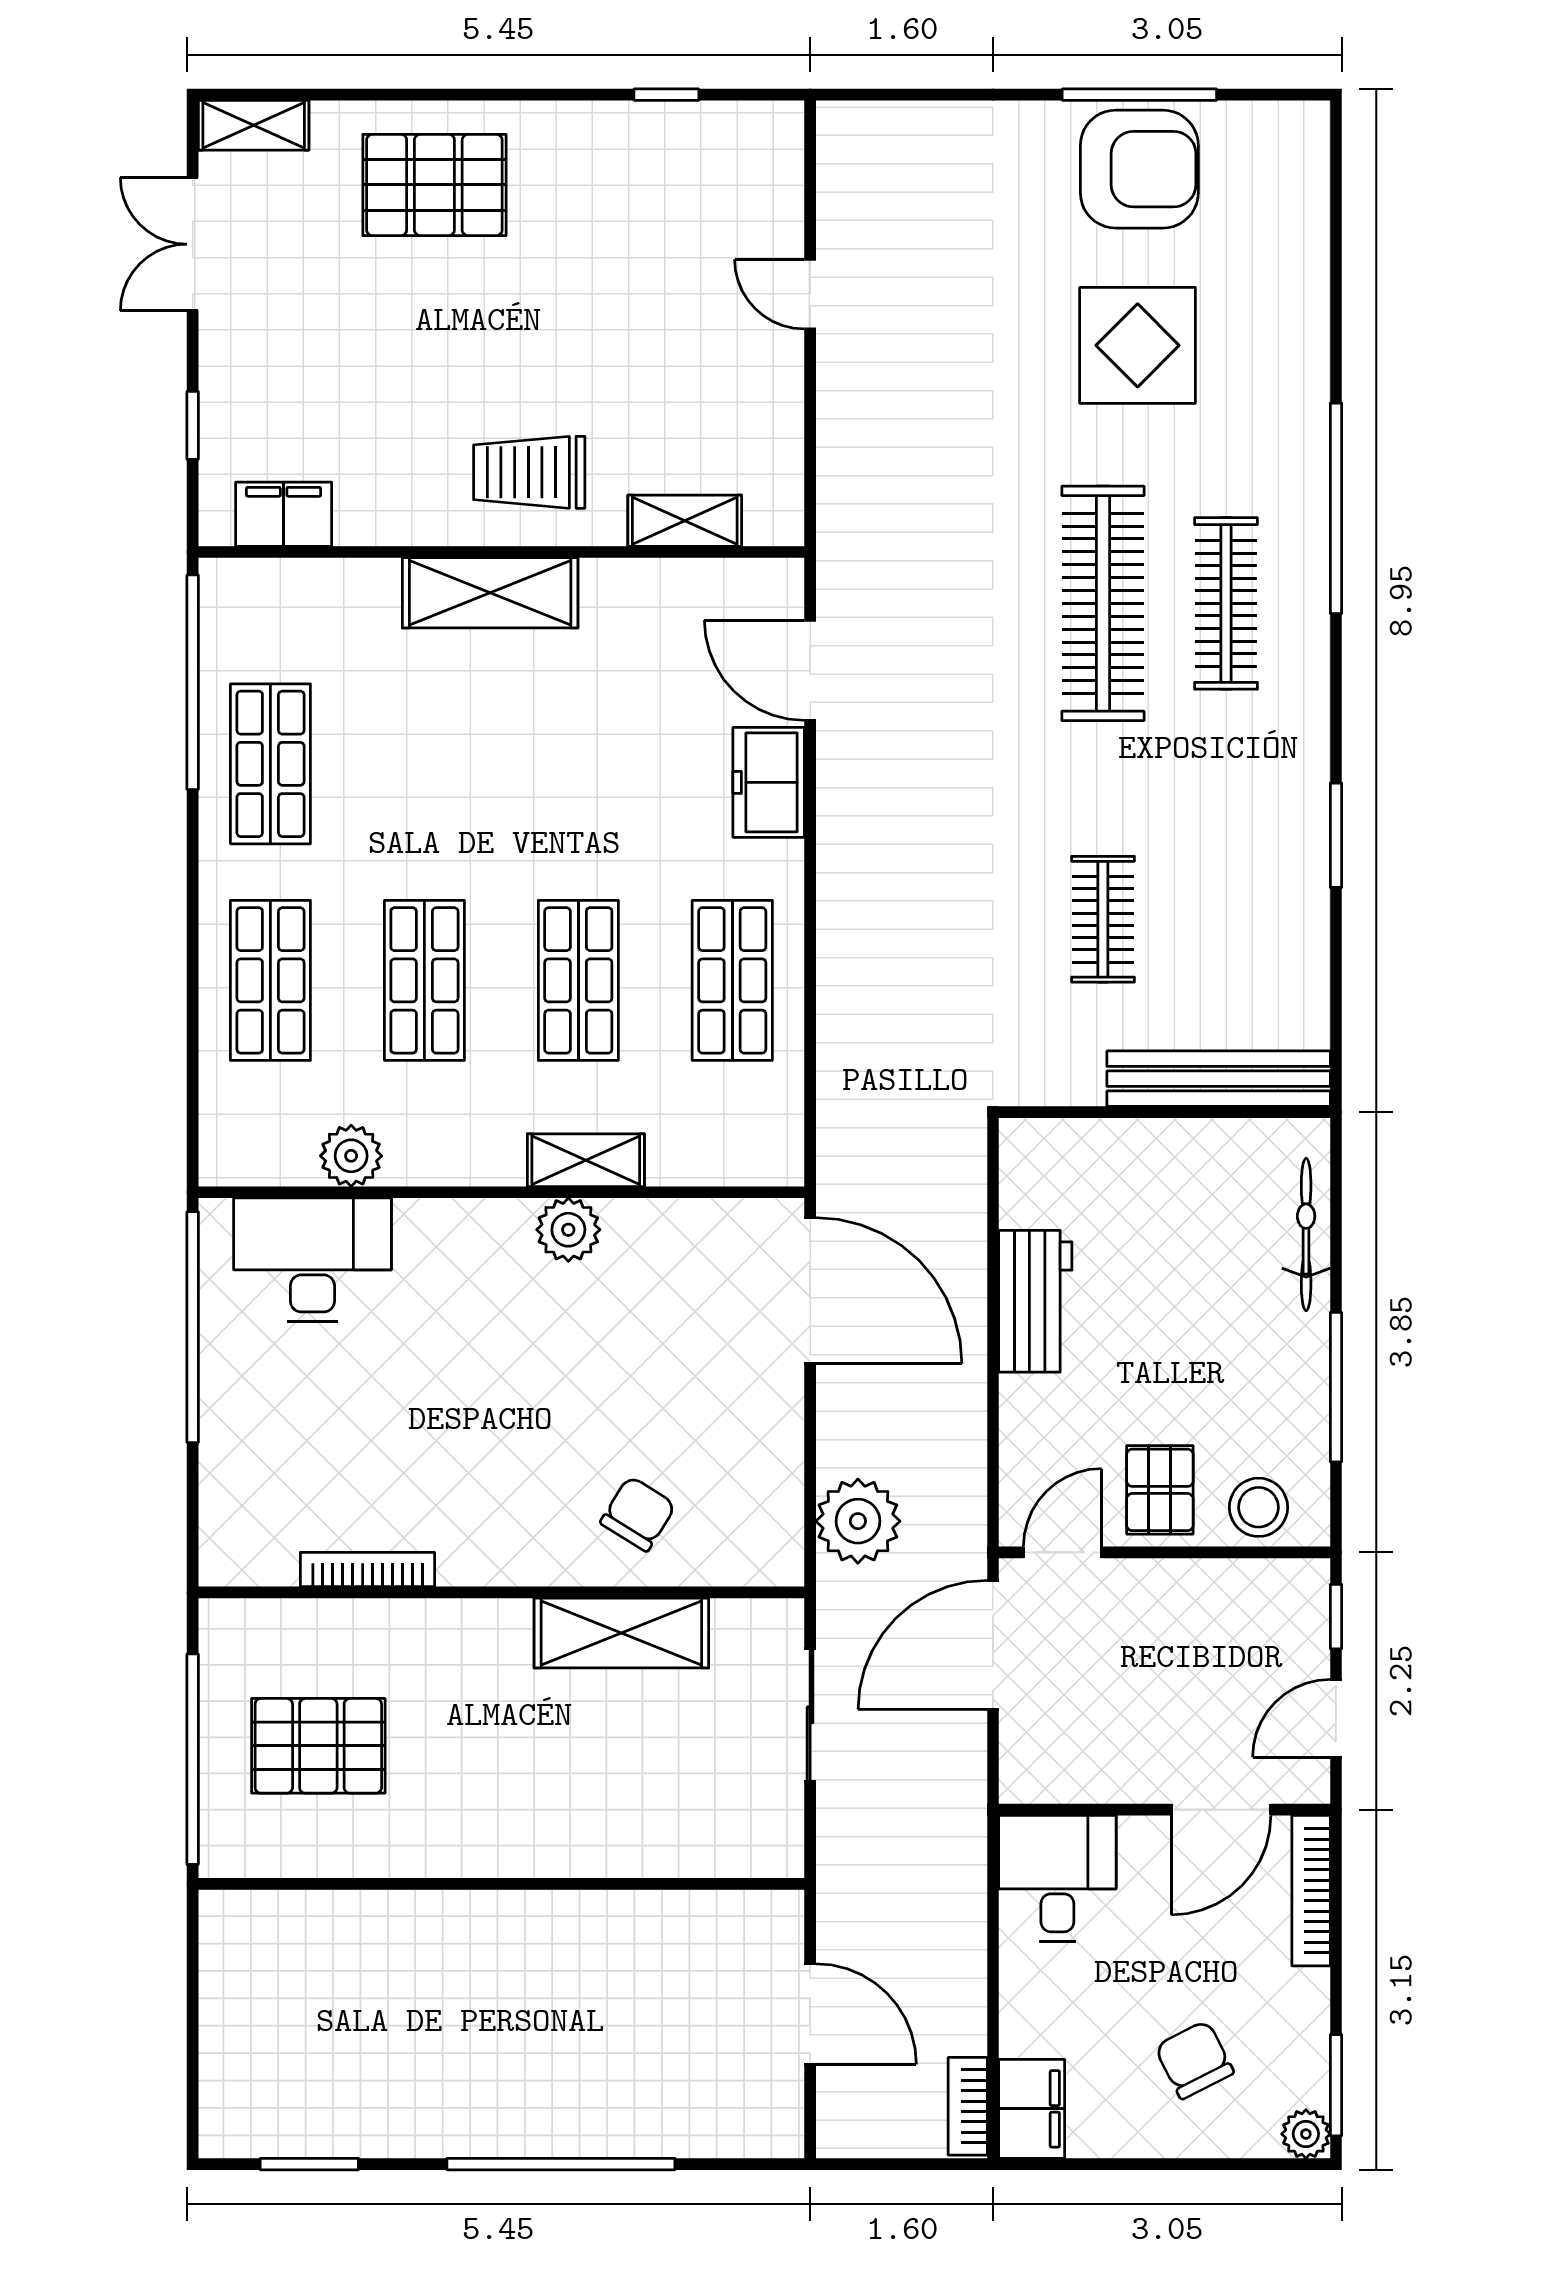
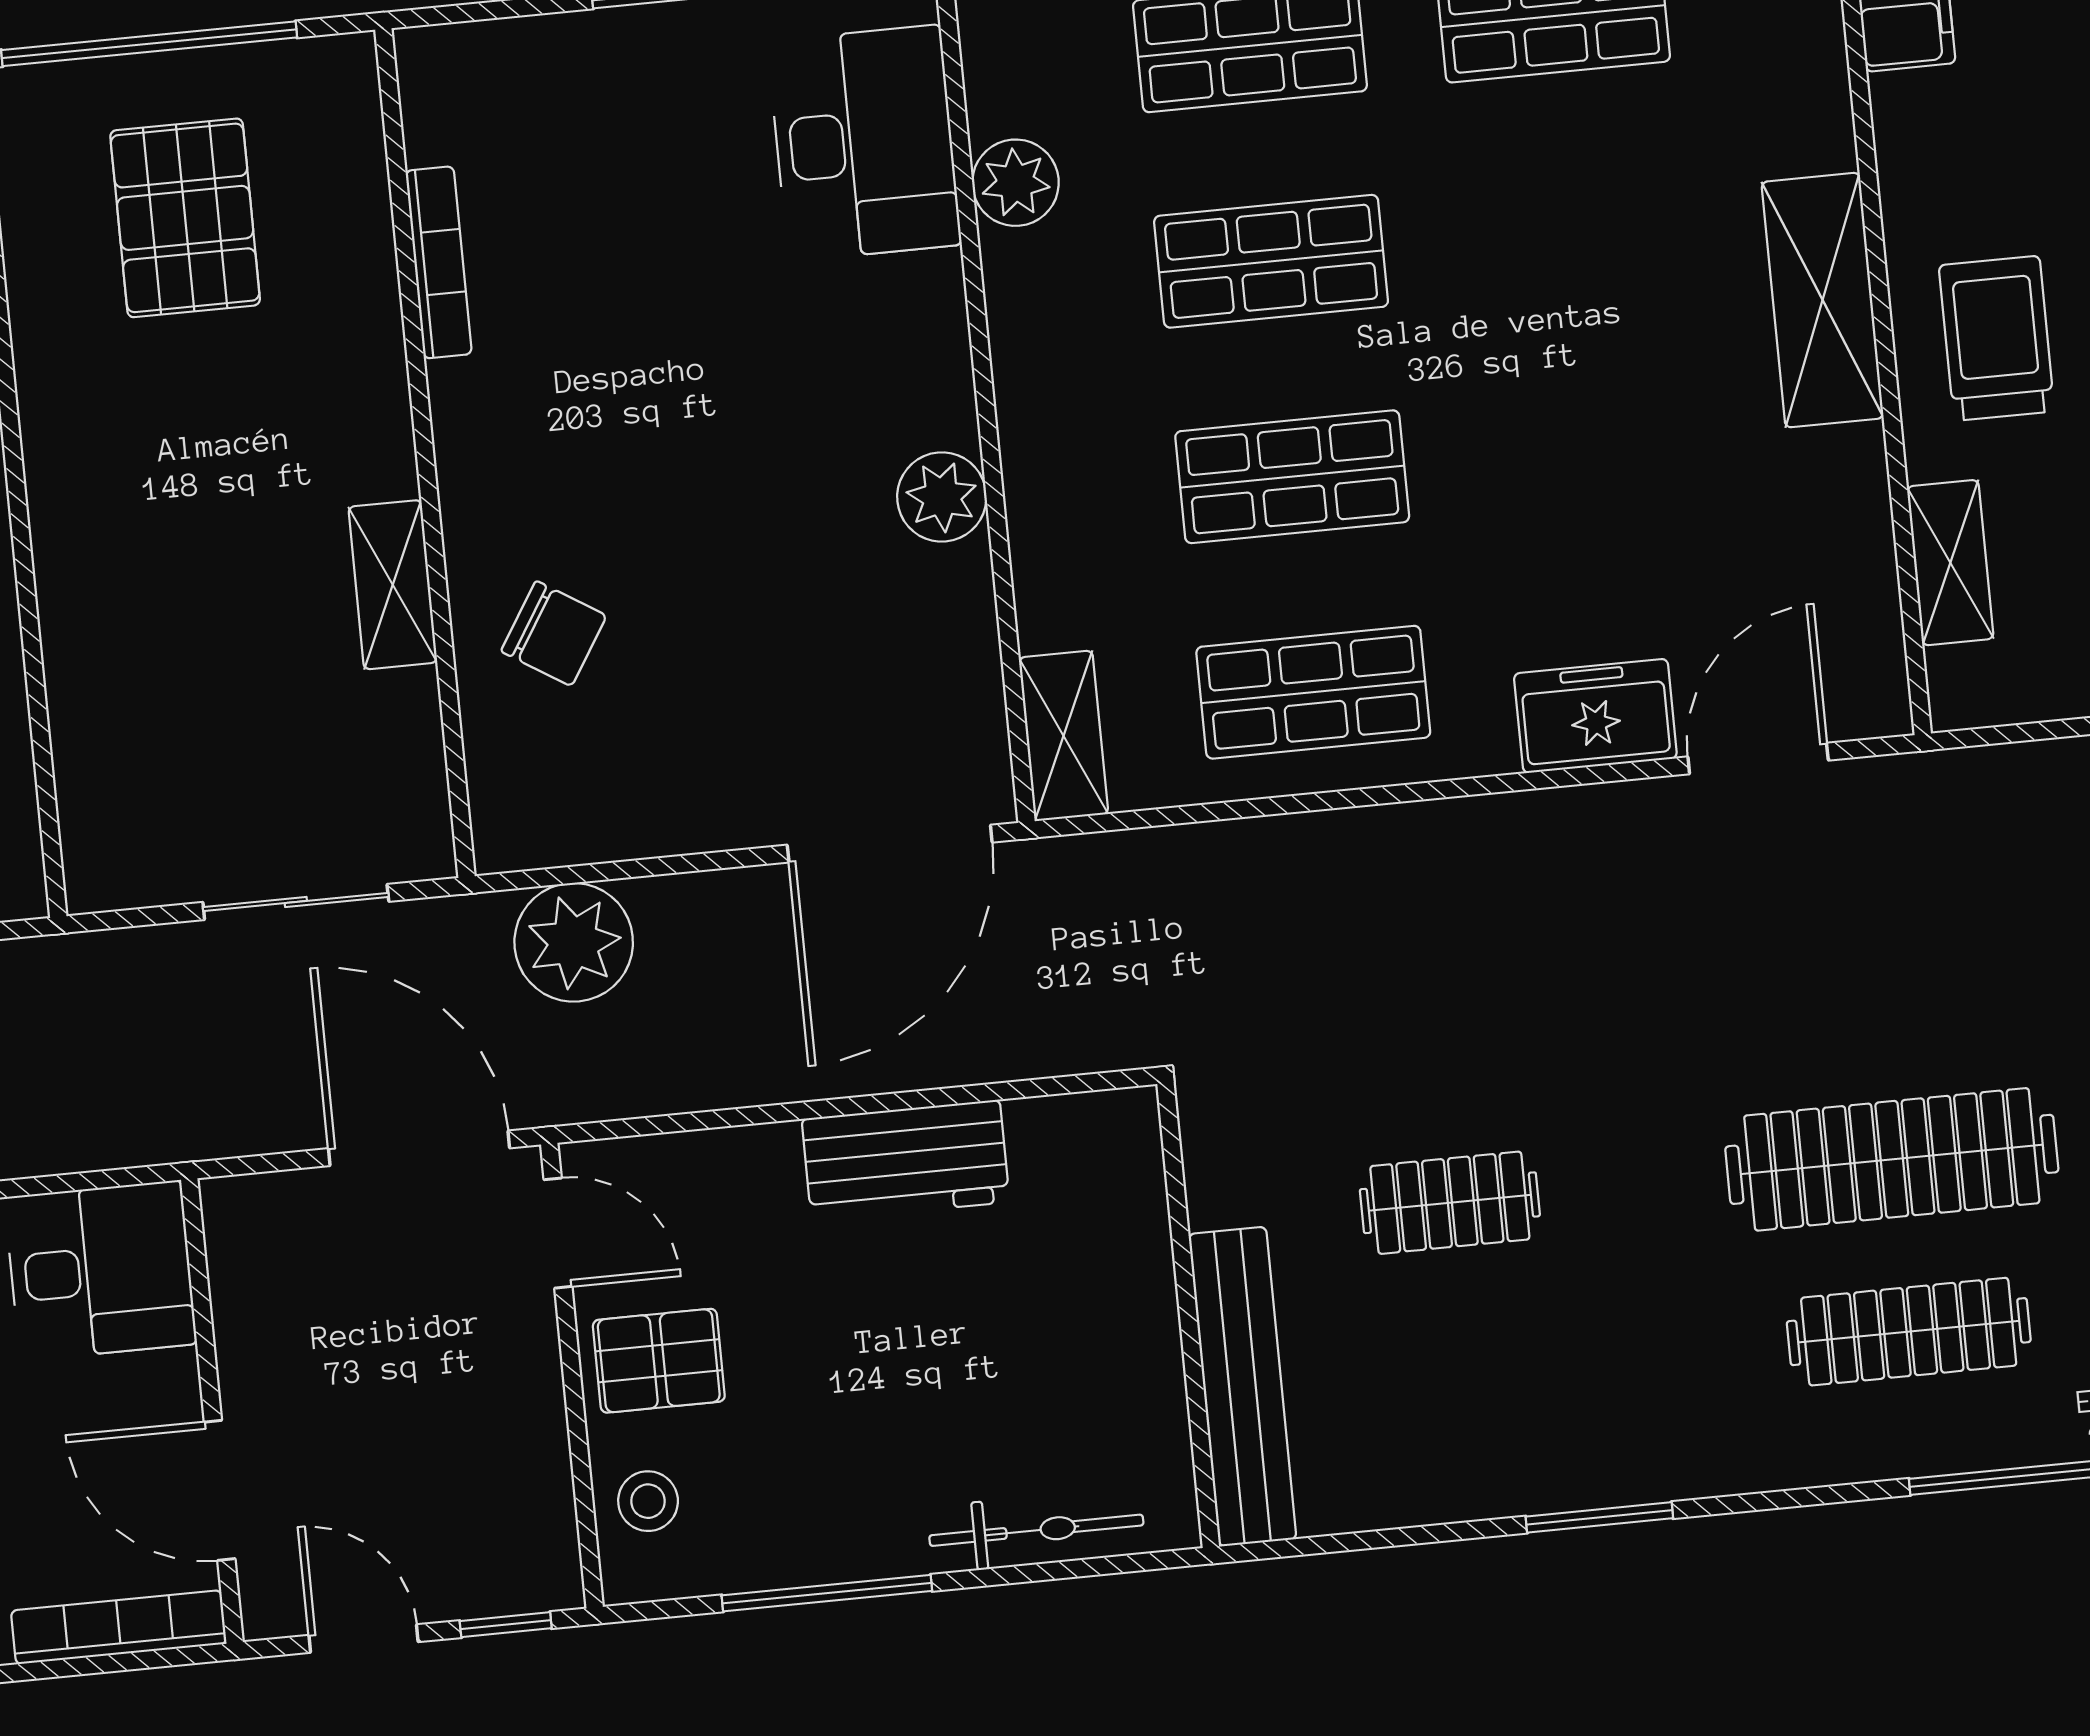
shelving: (586, 1160) -> (1063, 736), moved
stool: (1259, 1507) -> (648, 1501), width x0.73, depth x0.73
shelving: (621, 1633) -> (393, 585), width x0.67, depth x0.75

